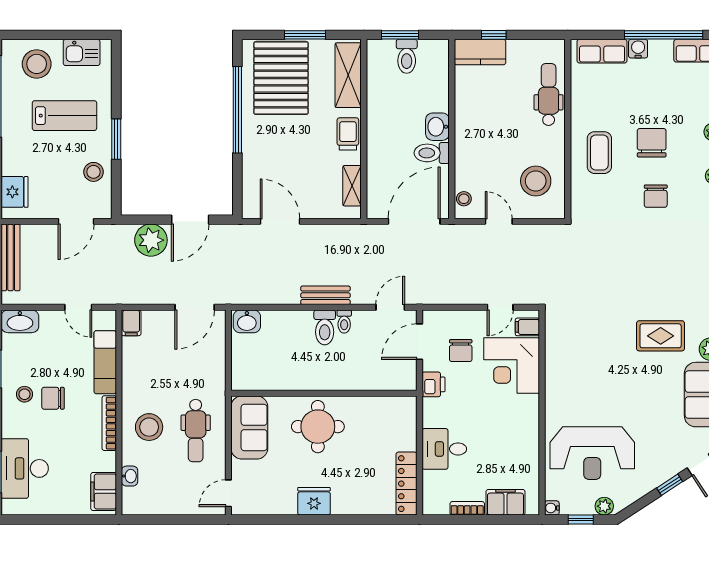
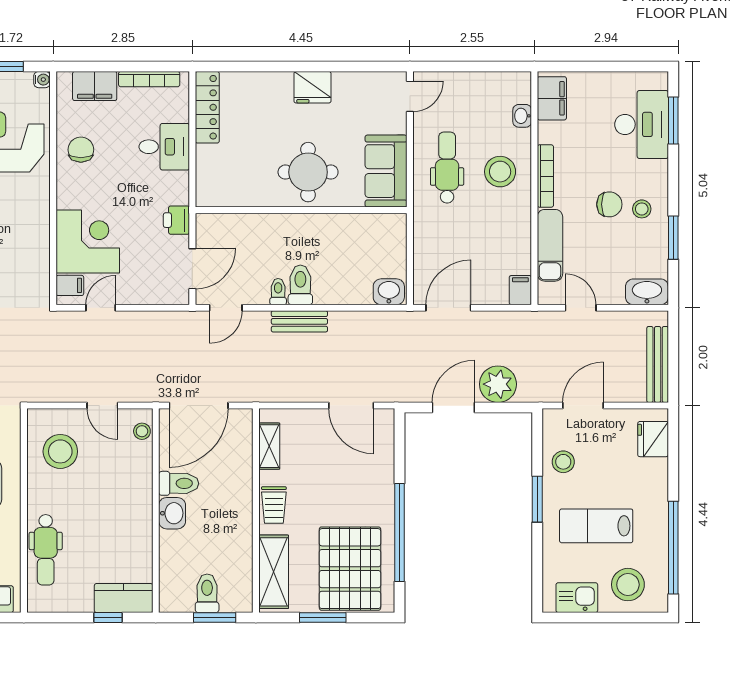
chair: (461, 351) -> (81, 150), moved
bookcase: (467, 508) -> (149, 79), width x1.56

